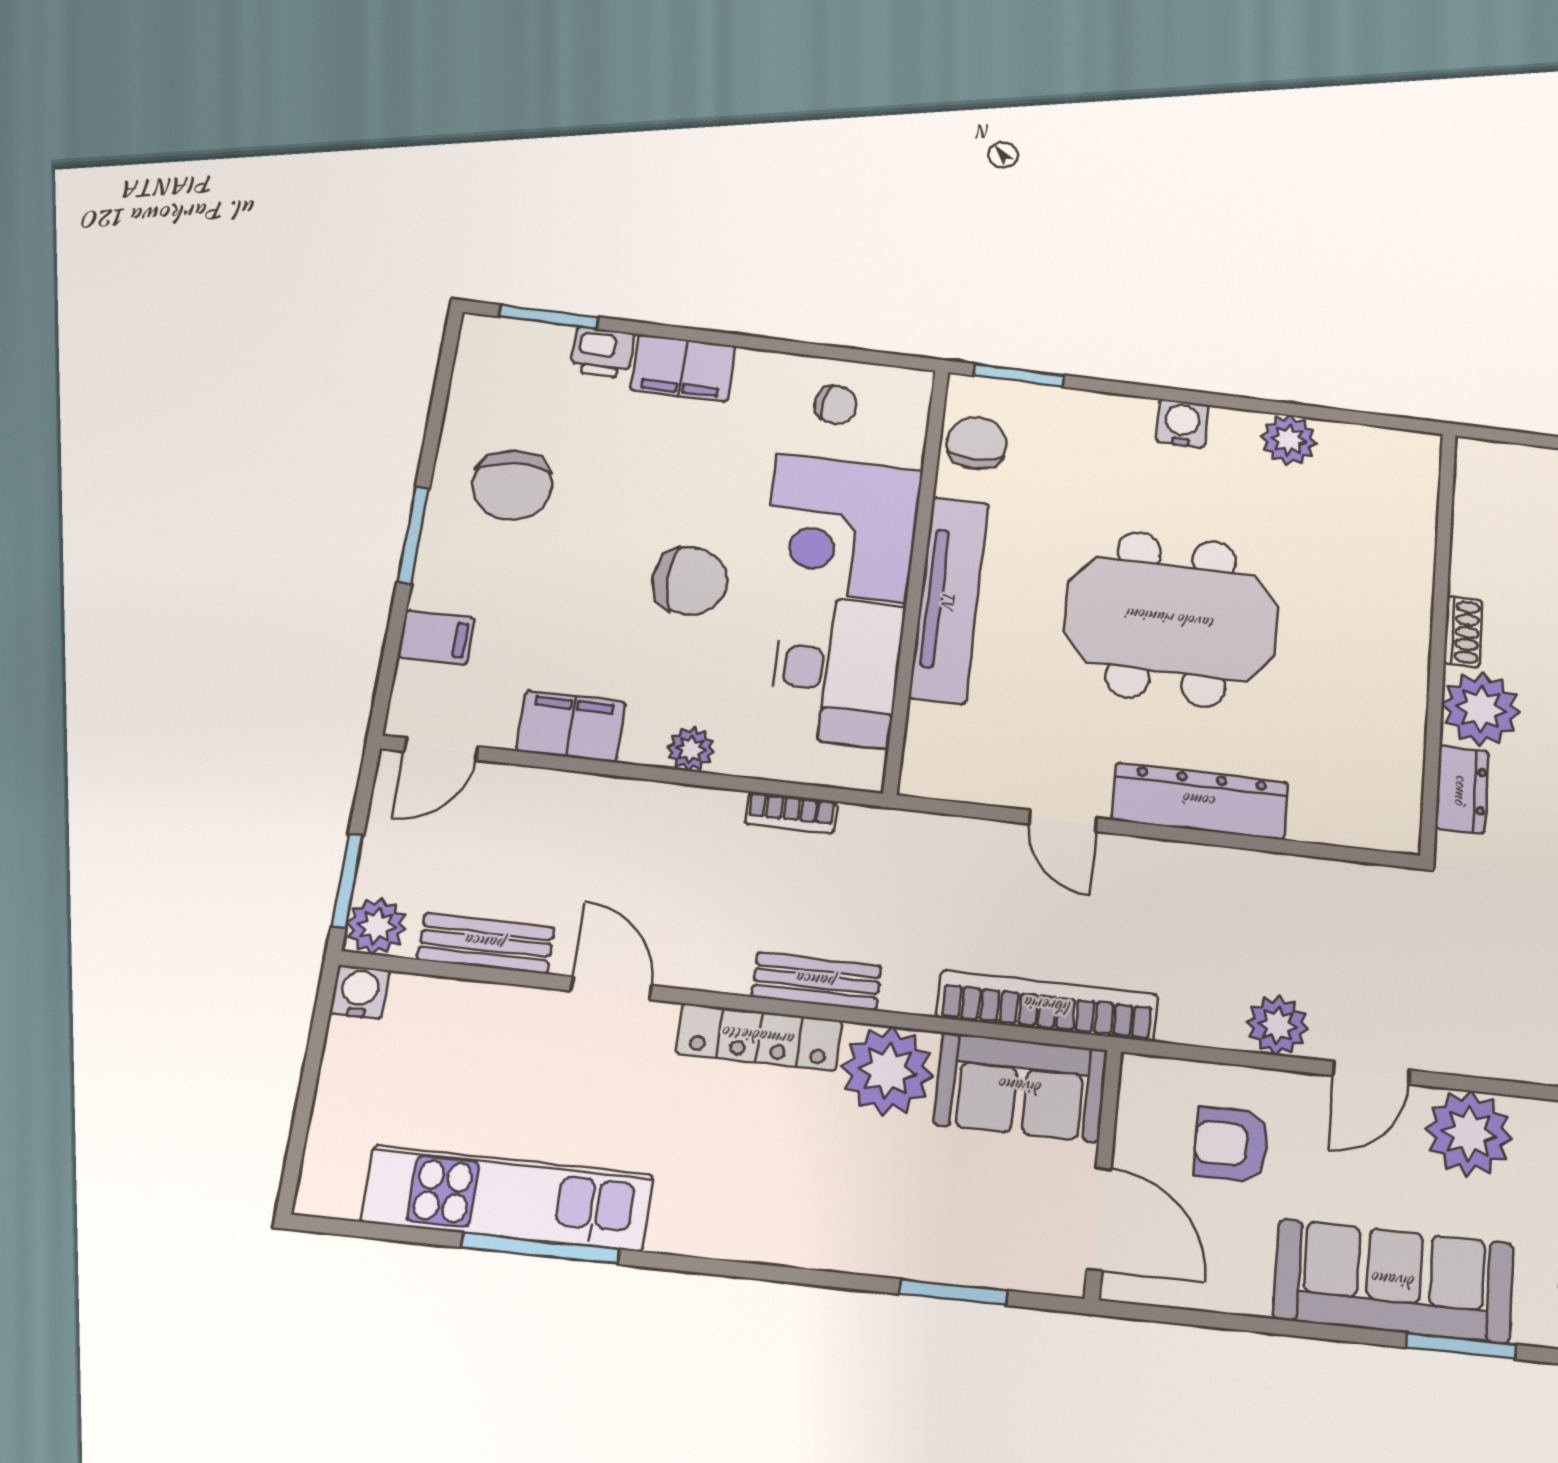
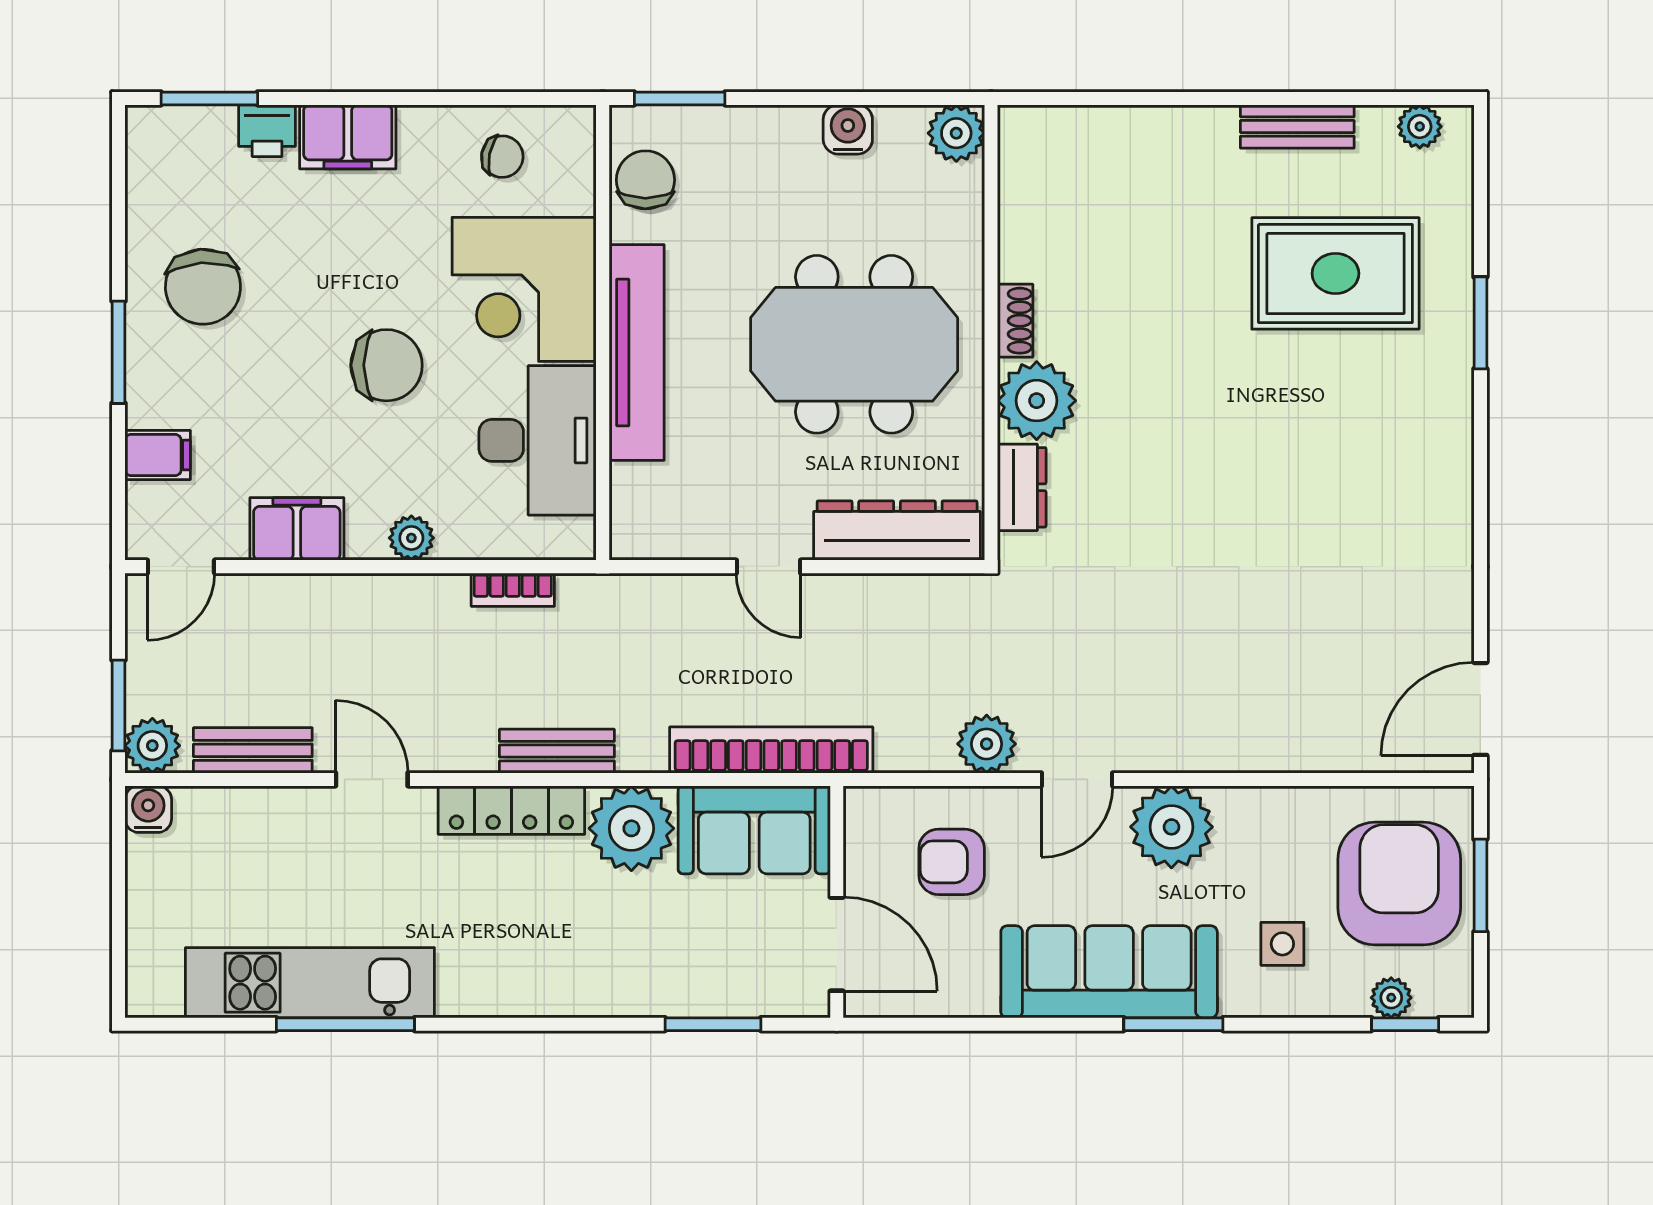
shoe rack: (1463, 632) -> (1015, 321), moved
wall: (1438, 640) -> (991, 333), moved
plant: (1481, 709) -> (1037, 401), moved
dresser: (1462, 790) -> (1022, 487), moved

